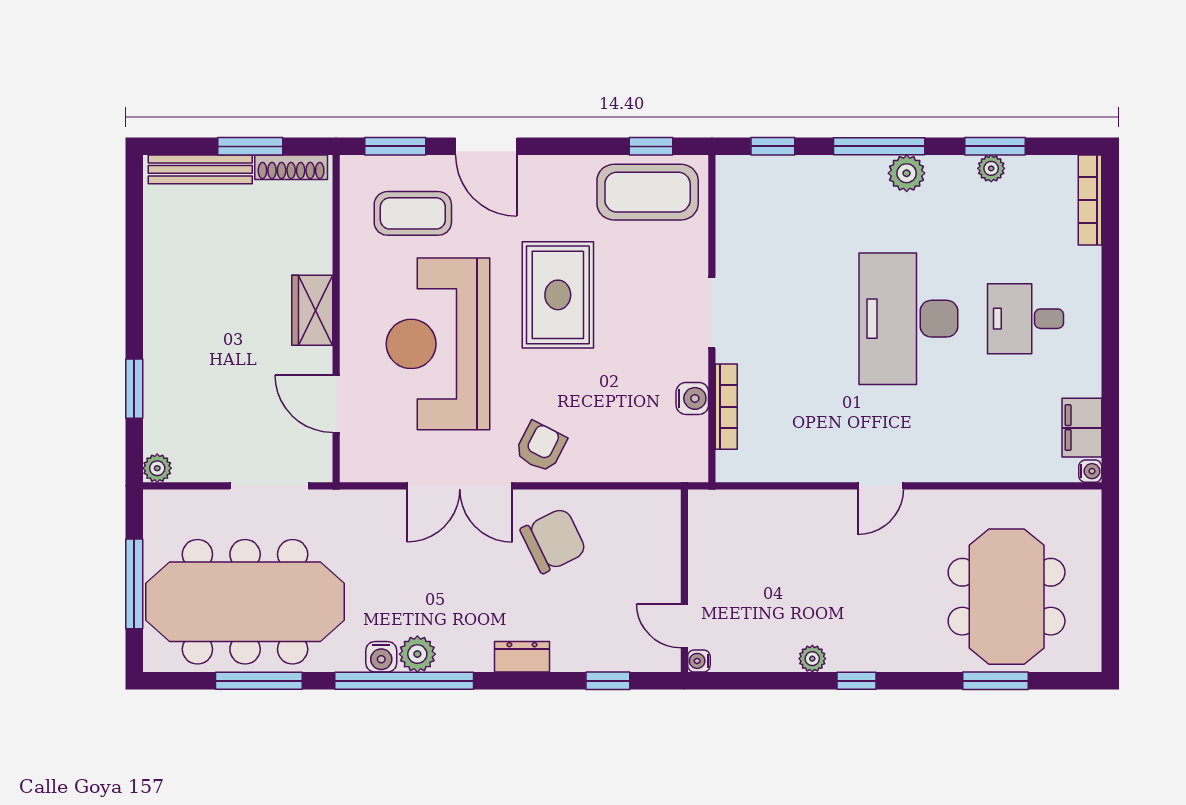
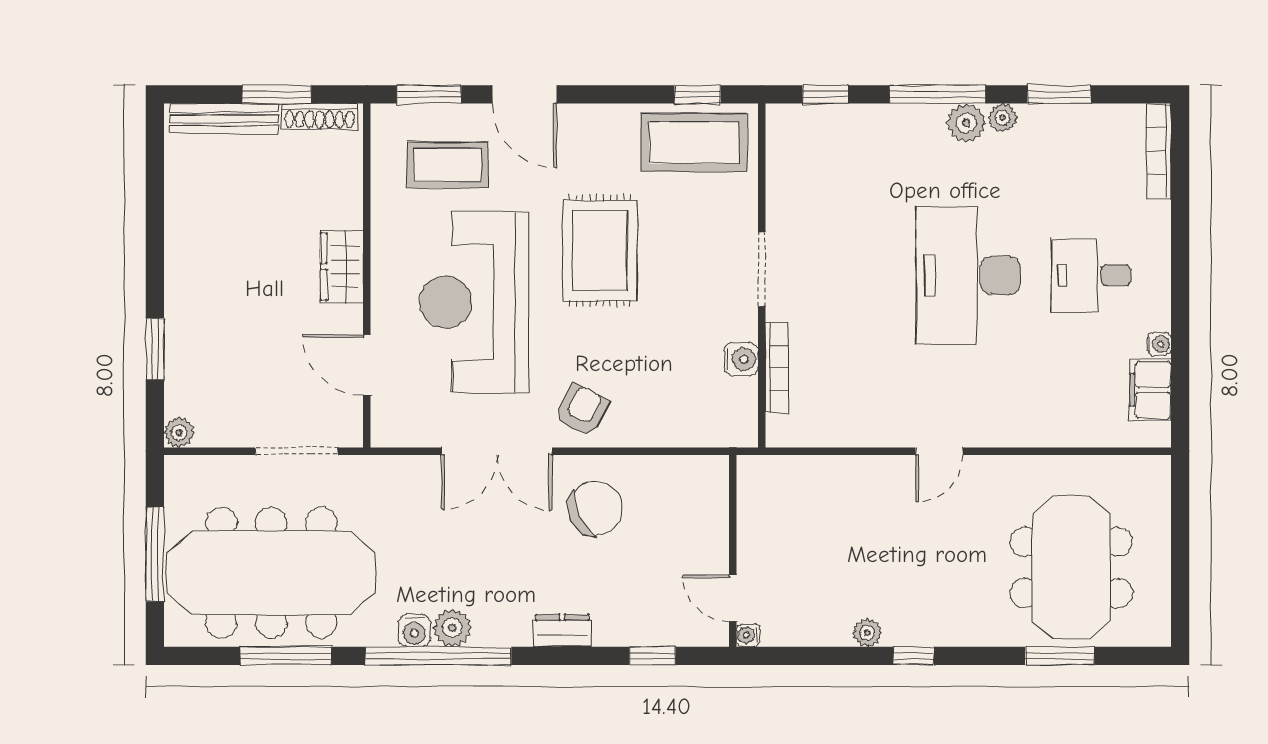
plant: (991, 168) -> (1003, 118), moved
water cooler: (1090, 471) -> (1159, 344), moved

